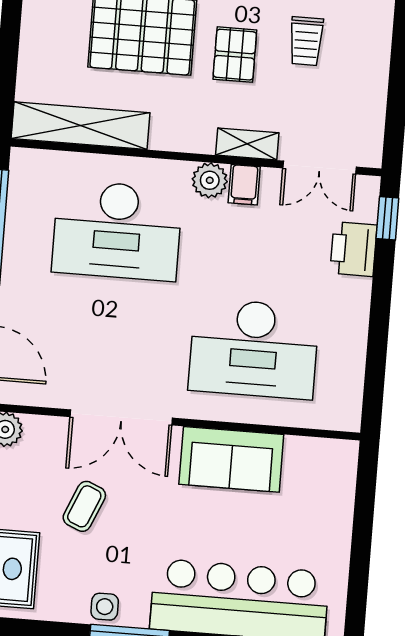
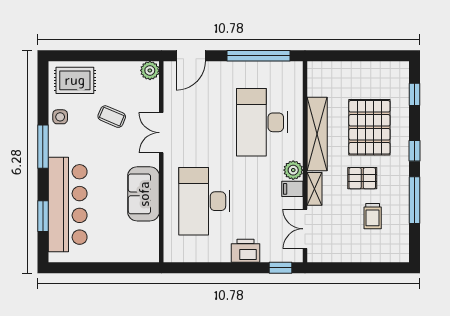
trolley: (306, 41) -> (373, 216), turned -90
shelving: (81, 126) -> (317, 134), moved
printer: (354, 249) -> (246, 251), moved
double door: (121, 417) -> (161, 133), width x0.73
side table: (105, 607) -> (60, 117), moved

